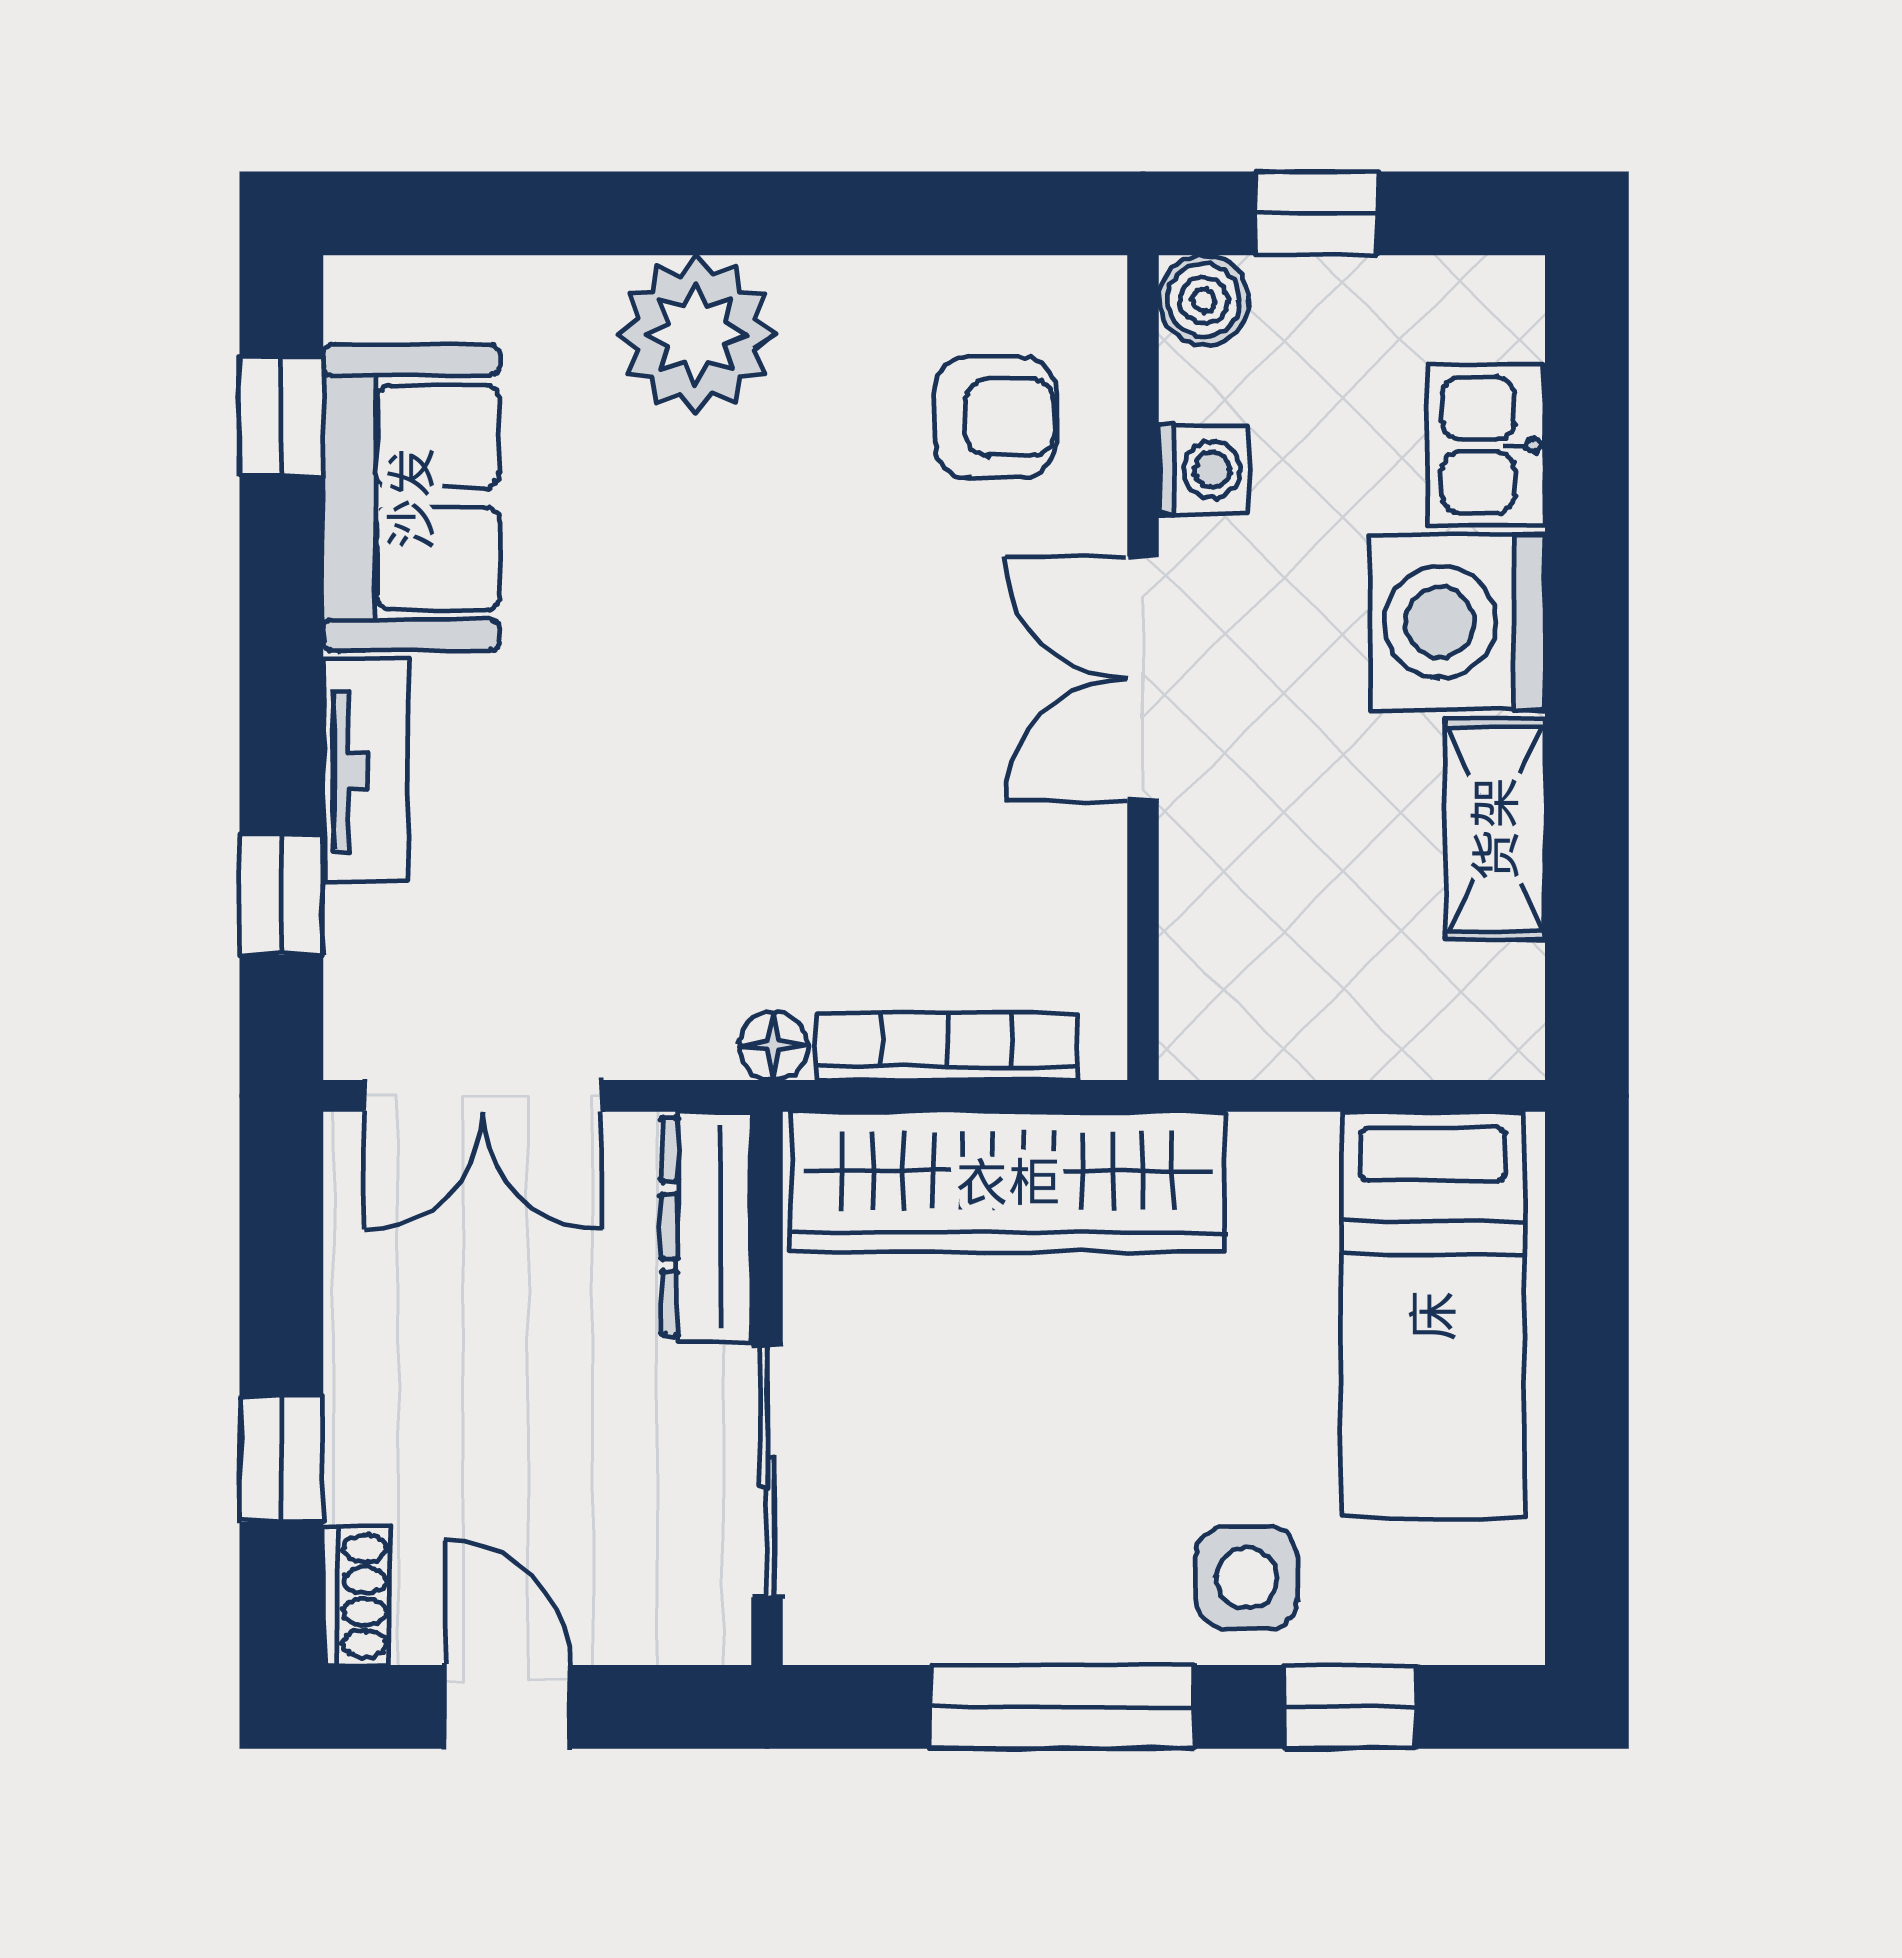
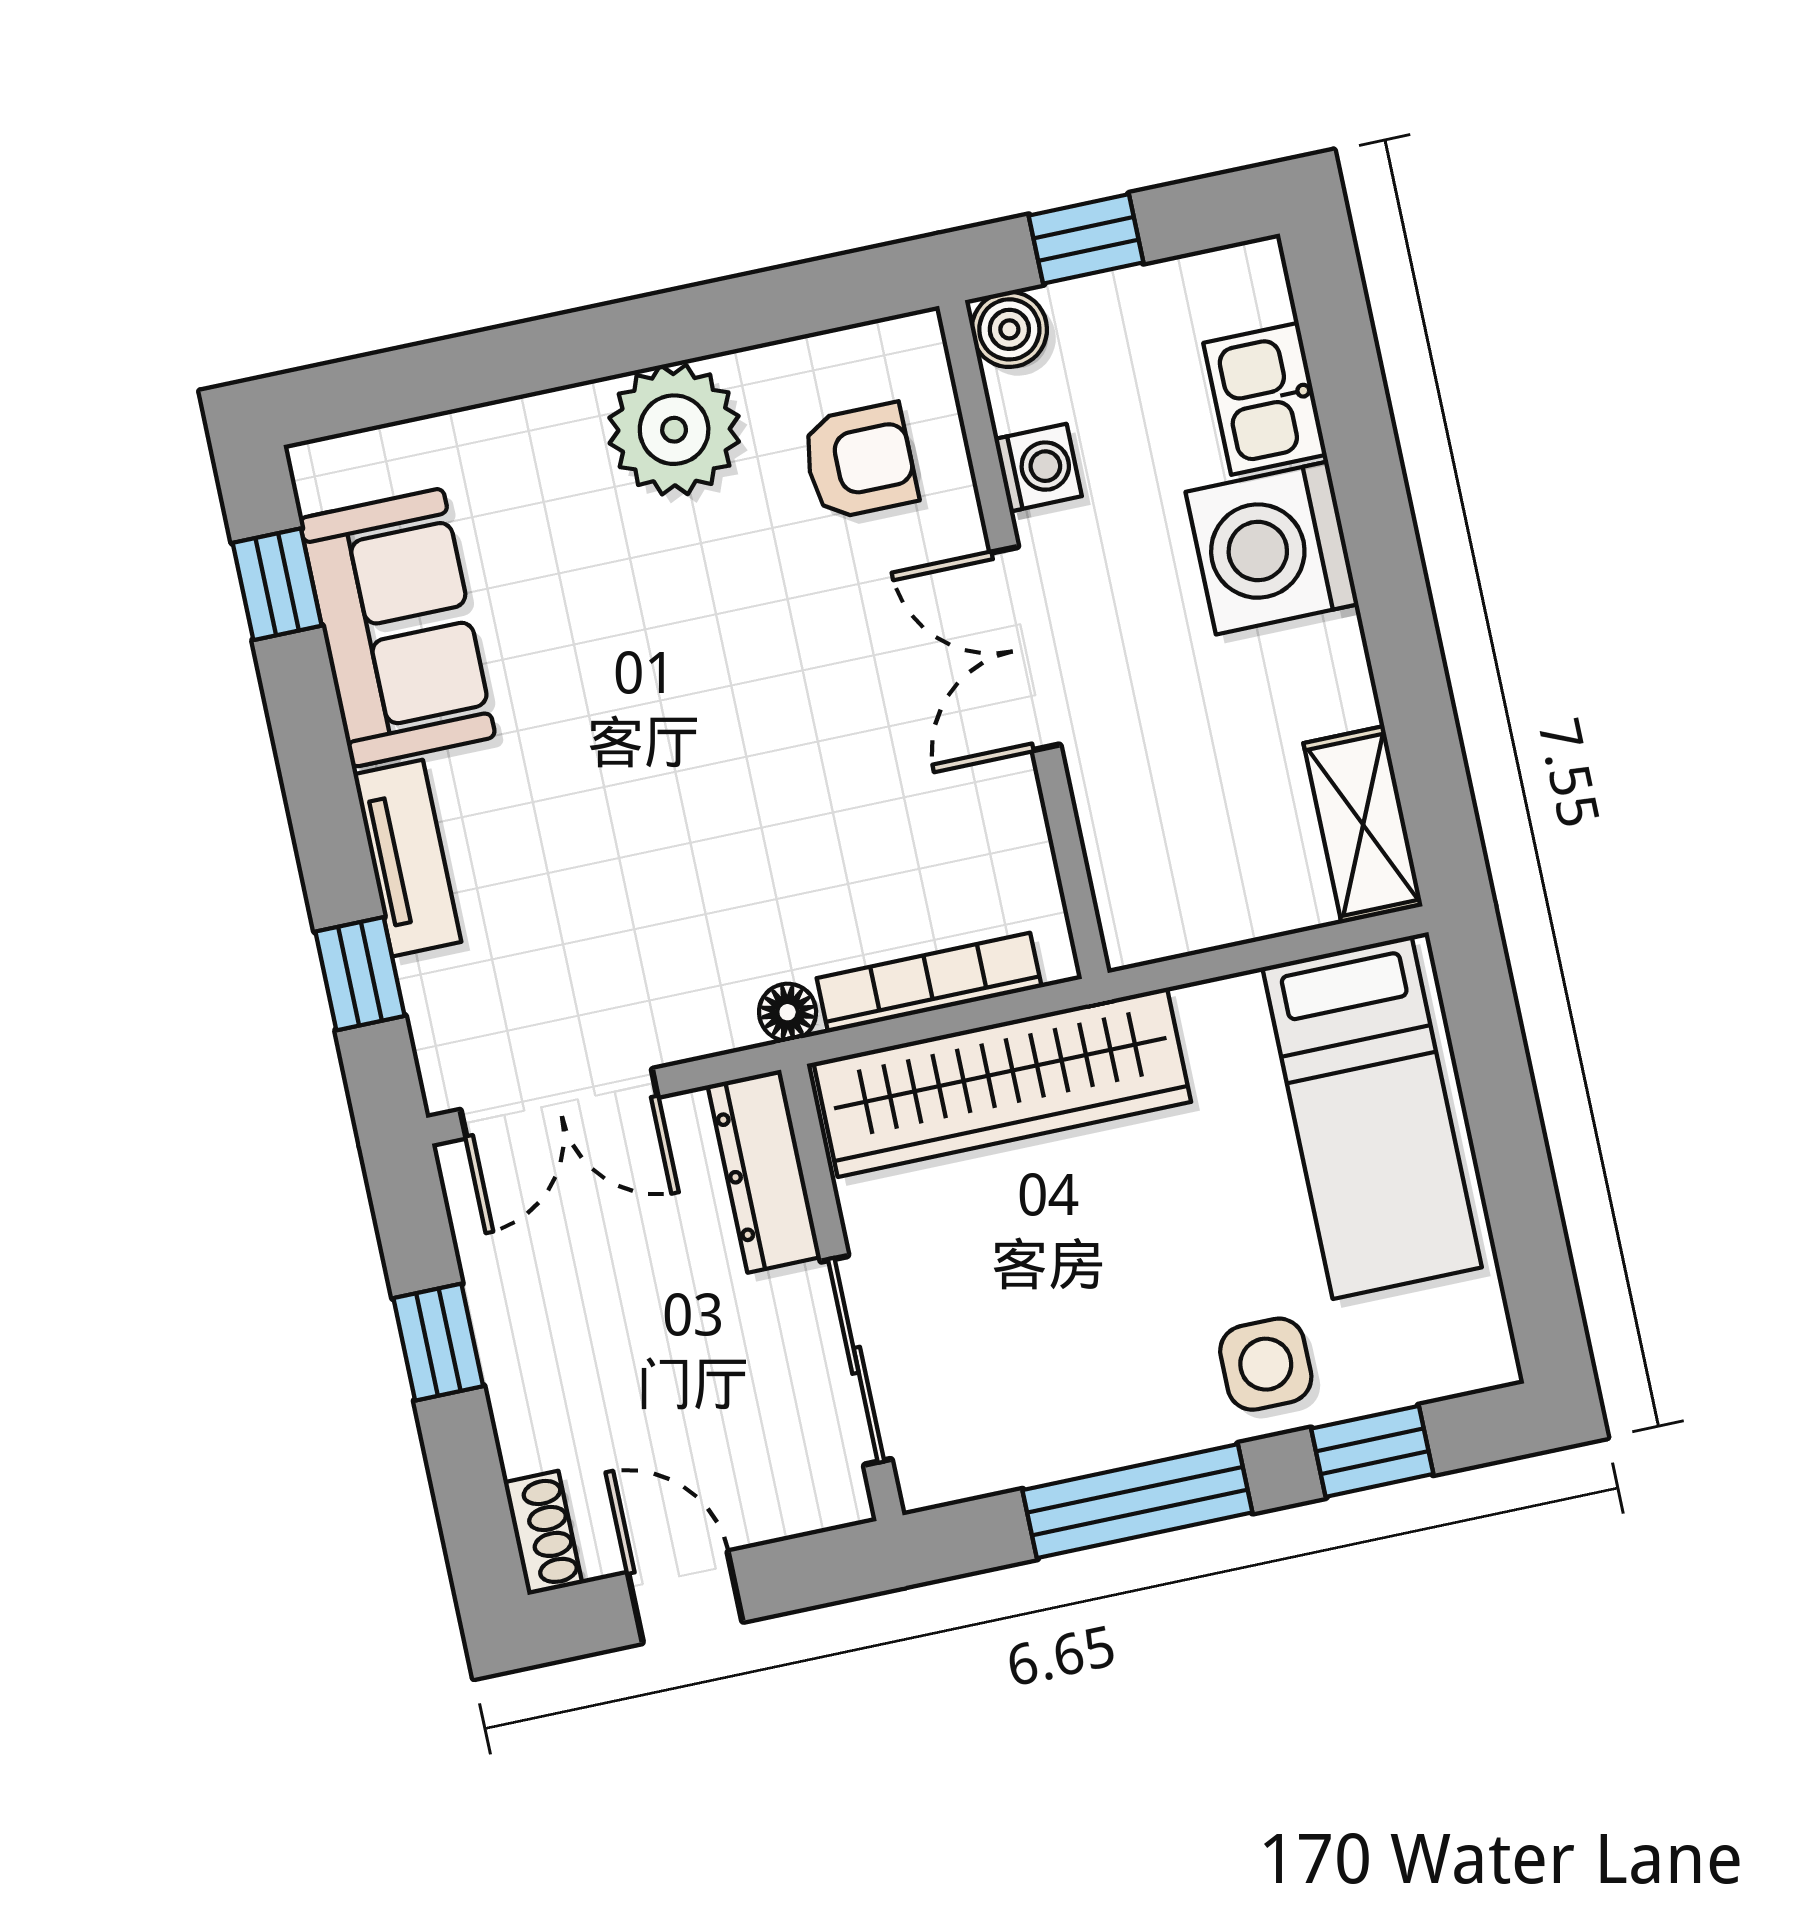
plant: (696, 334) -> (674, 430), moved
shelving: (1495, 829) -> (1363, 825), moved
window: (281, 1459) -> (438, 1342), moved

